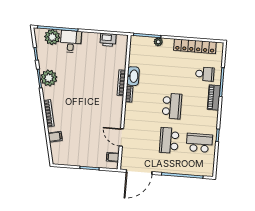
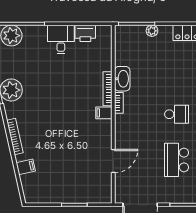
desk: (71, 41) -> (61, 39), moved
school desk: (172, 106) -> (177, 114), width x0.54
door: (121, 137) -> (113, 161), swing flipped
filing cabinet: (113, 157) -> (104, 113), moved

